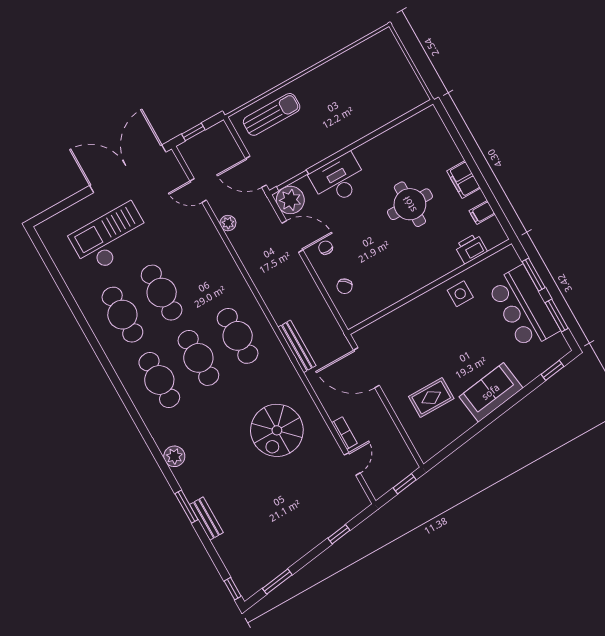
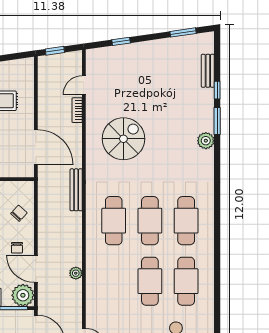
plant: (228, 223) -> (76, 273), moved
plant: (174, 456) -> (206, 141), moved
bench: (206, 519) -> (208, 71), moved
window: (233, 589) -> (217, 90), moved

